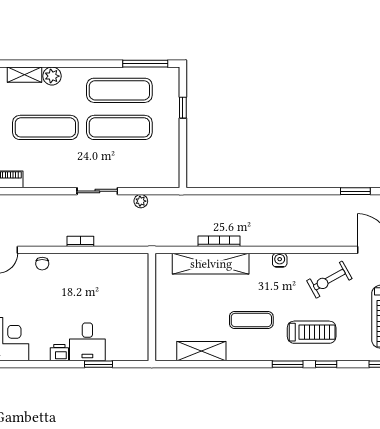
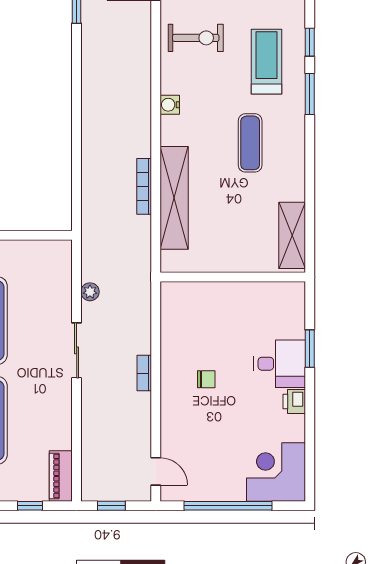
chair: (42, 264) -> (206, 379), moved
exercise bike: (329, 280) -> (196, 38), turned -61
shelving: (201, 351) -> (292, 235), moved

